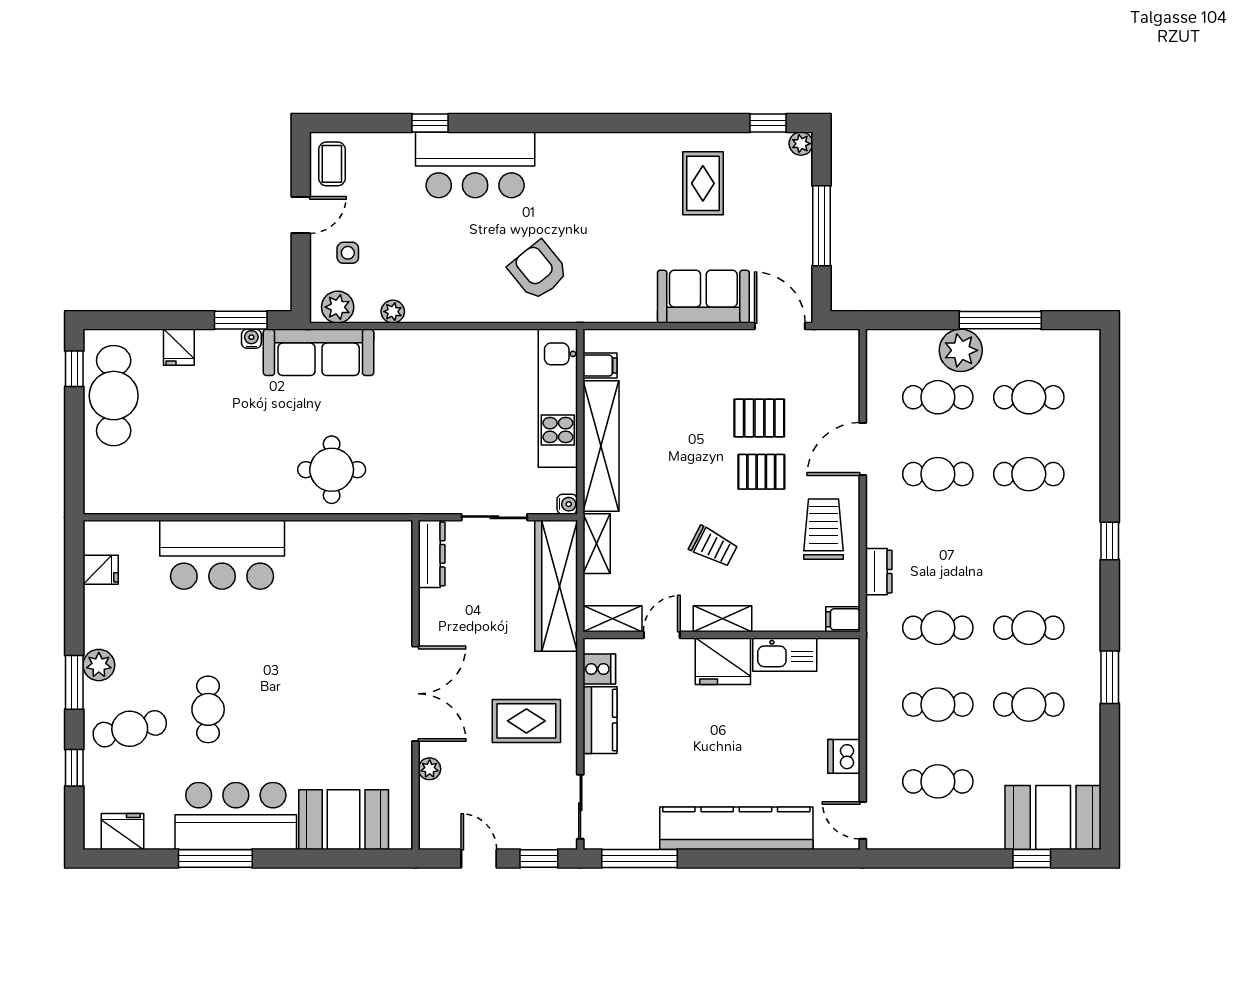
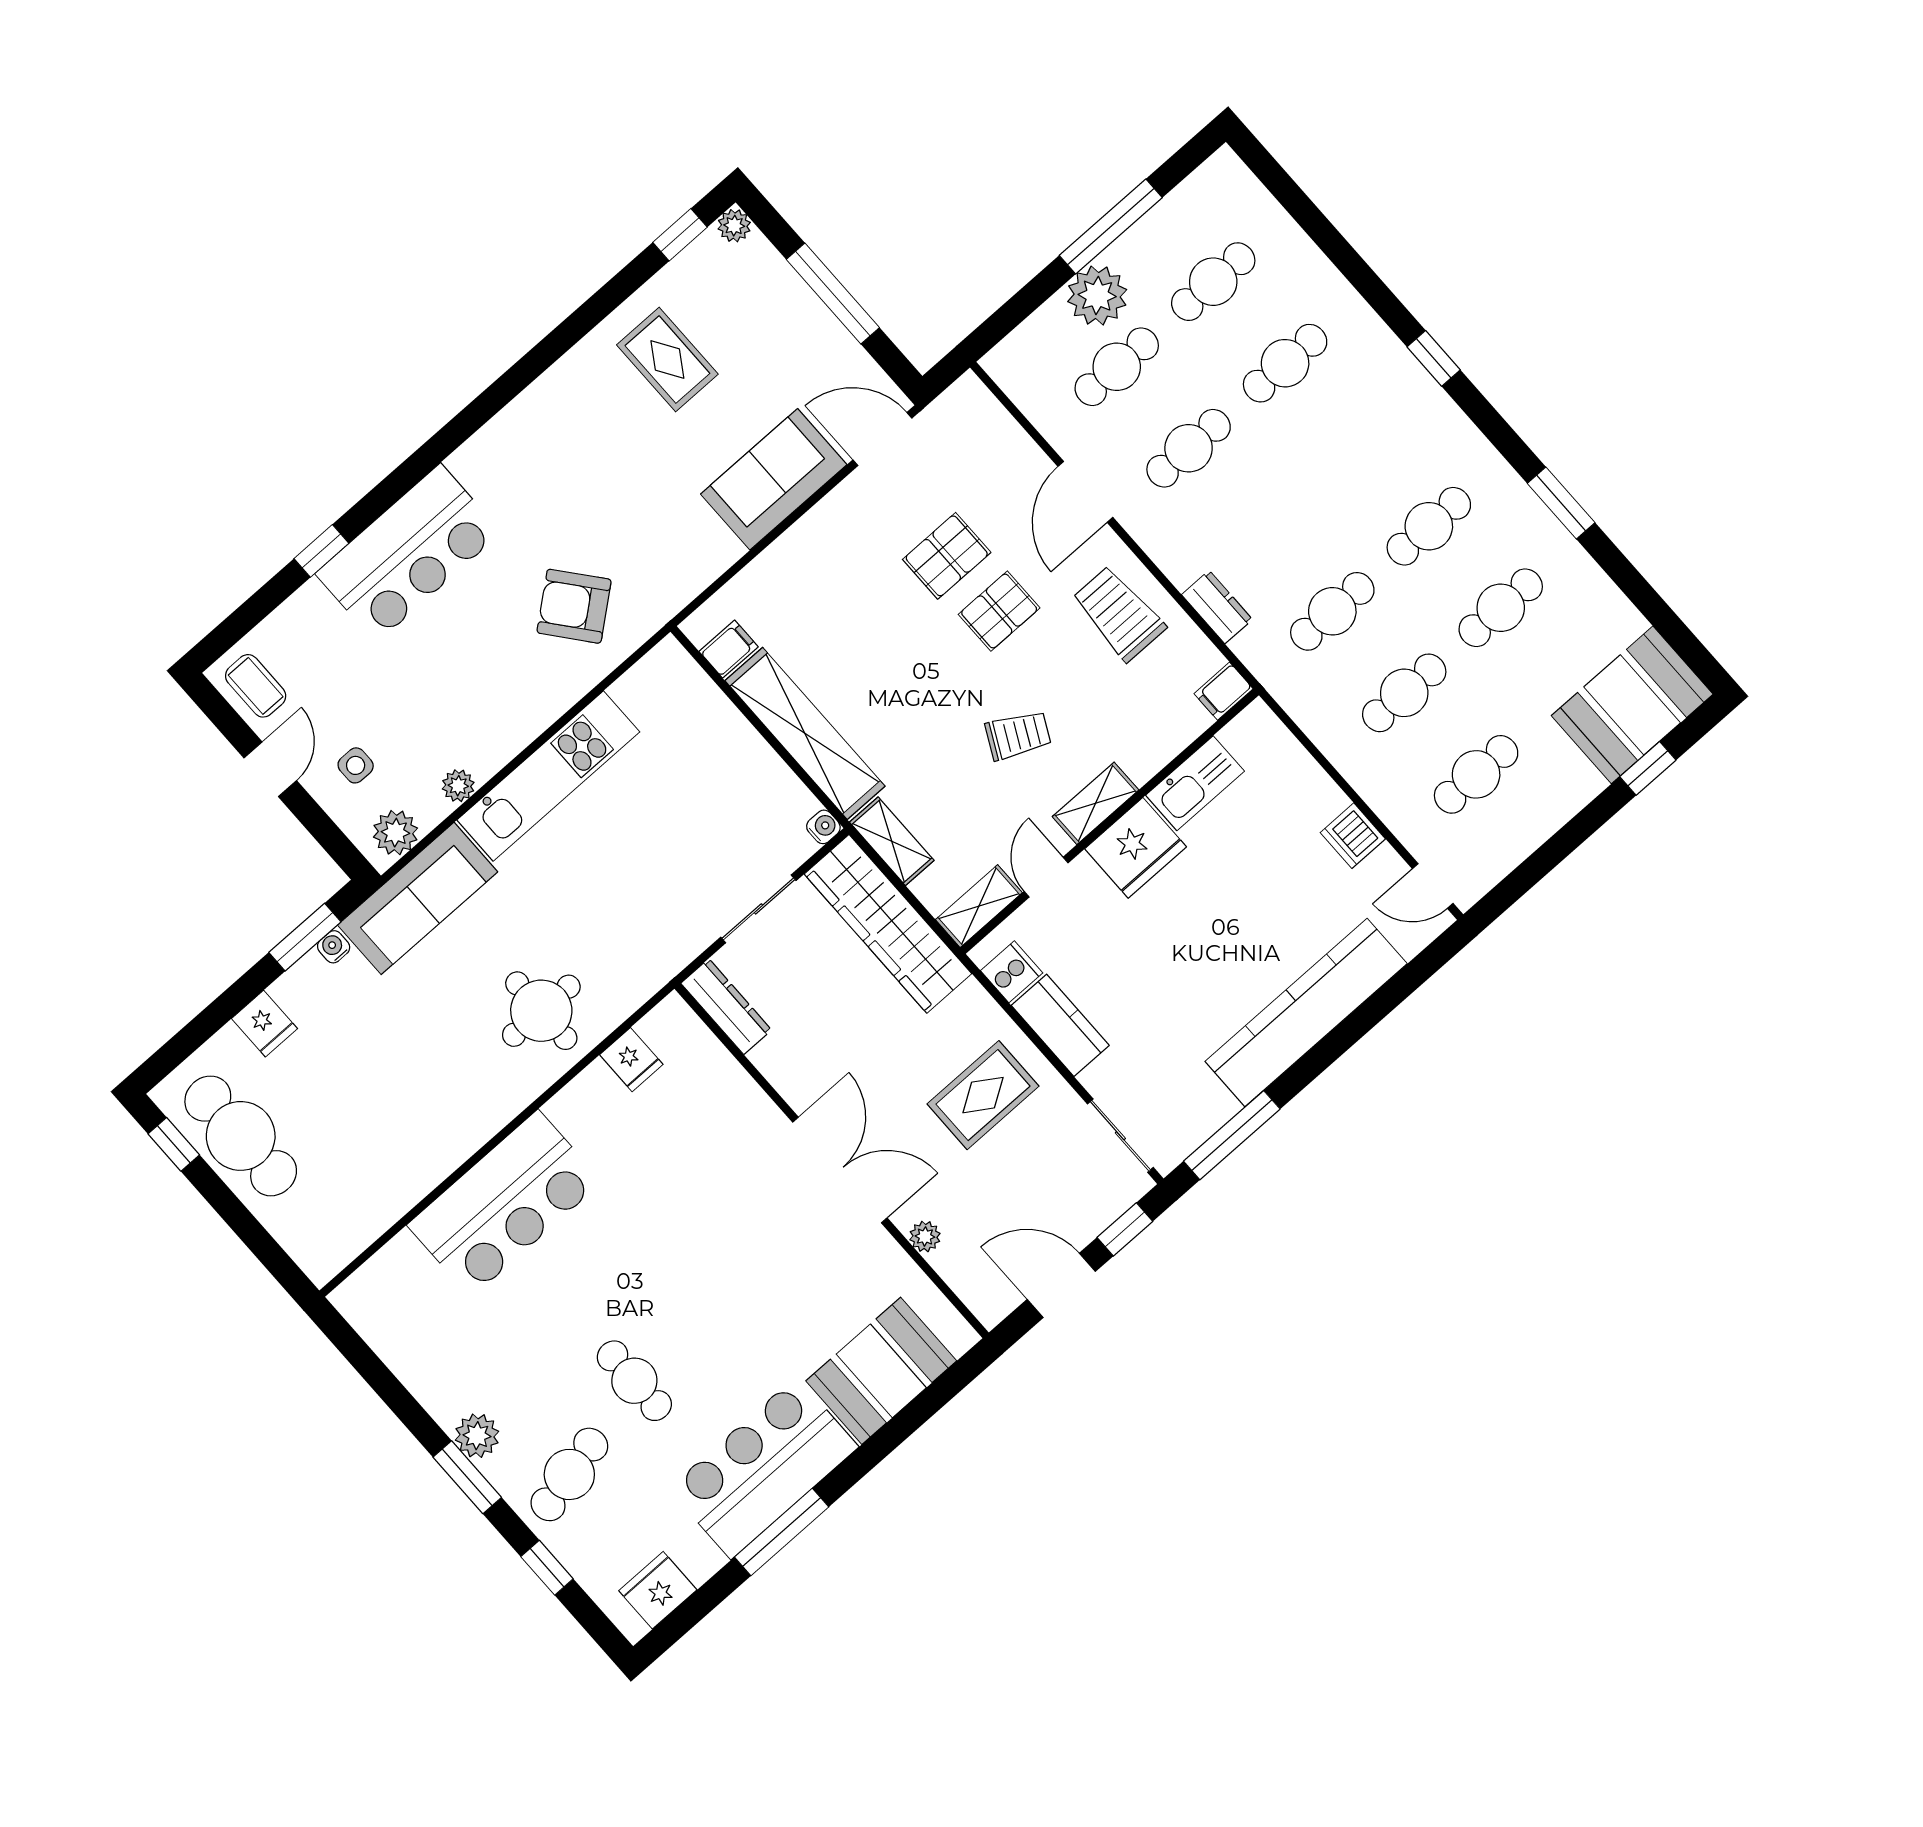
kitchen unit: (558, 398) -> (548, 776), moved, turned -90
fridge: (101, 570) -> (631, 1060), moved, turned 90
door: (479, 859) -> (1061, 1285), width x1.38

